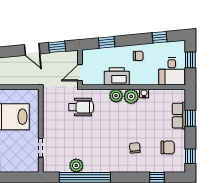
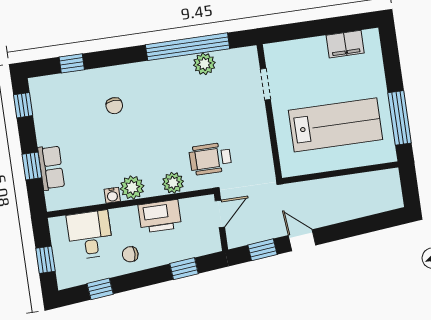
desk: (172, 71) -> (90, 235), moved
plant: (116, 96) -> (173, 183), moved
chair: (168, 147) -> (62, 114), removed

